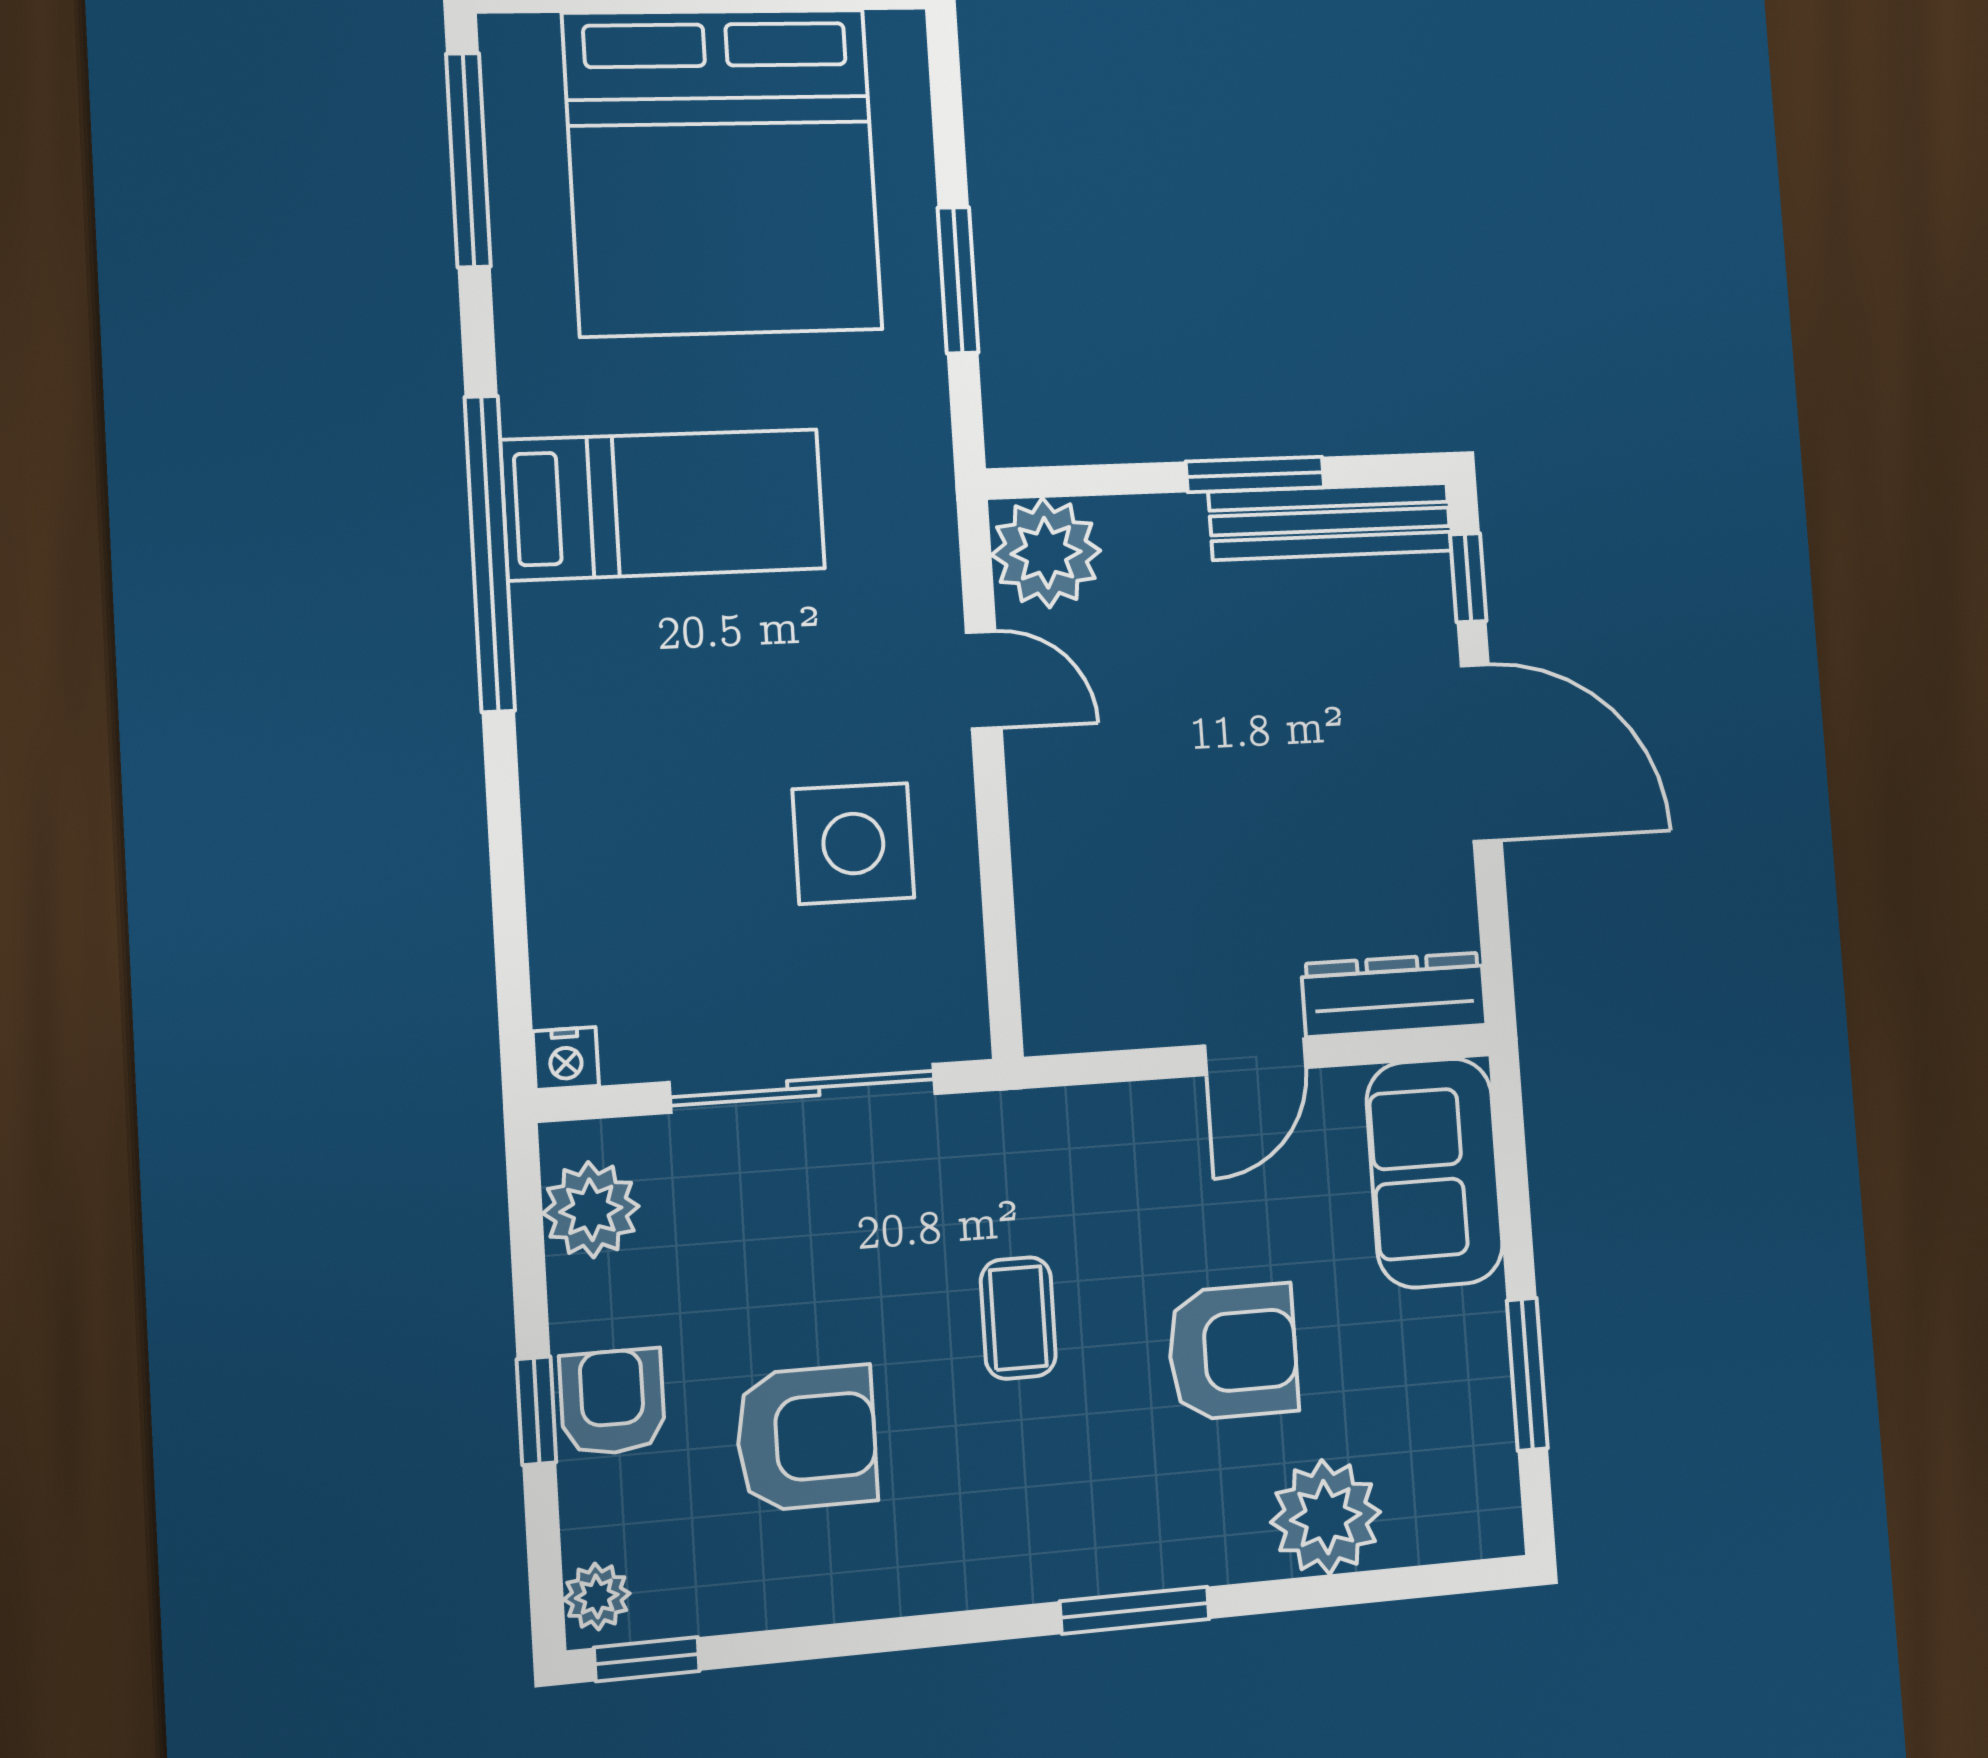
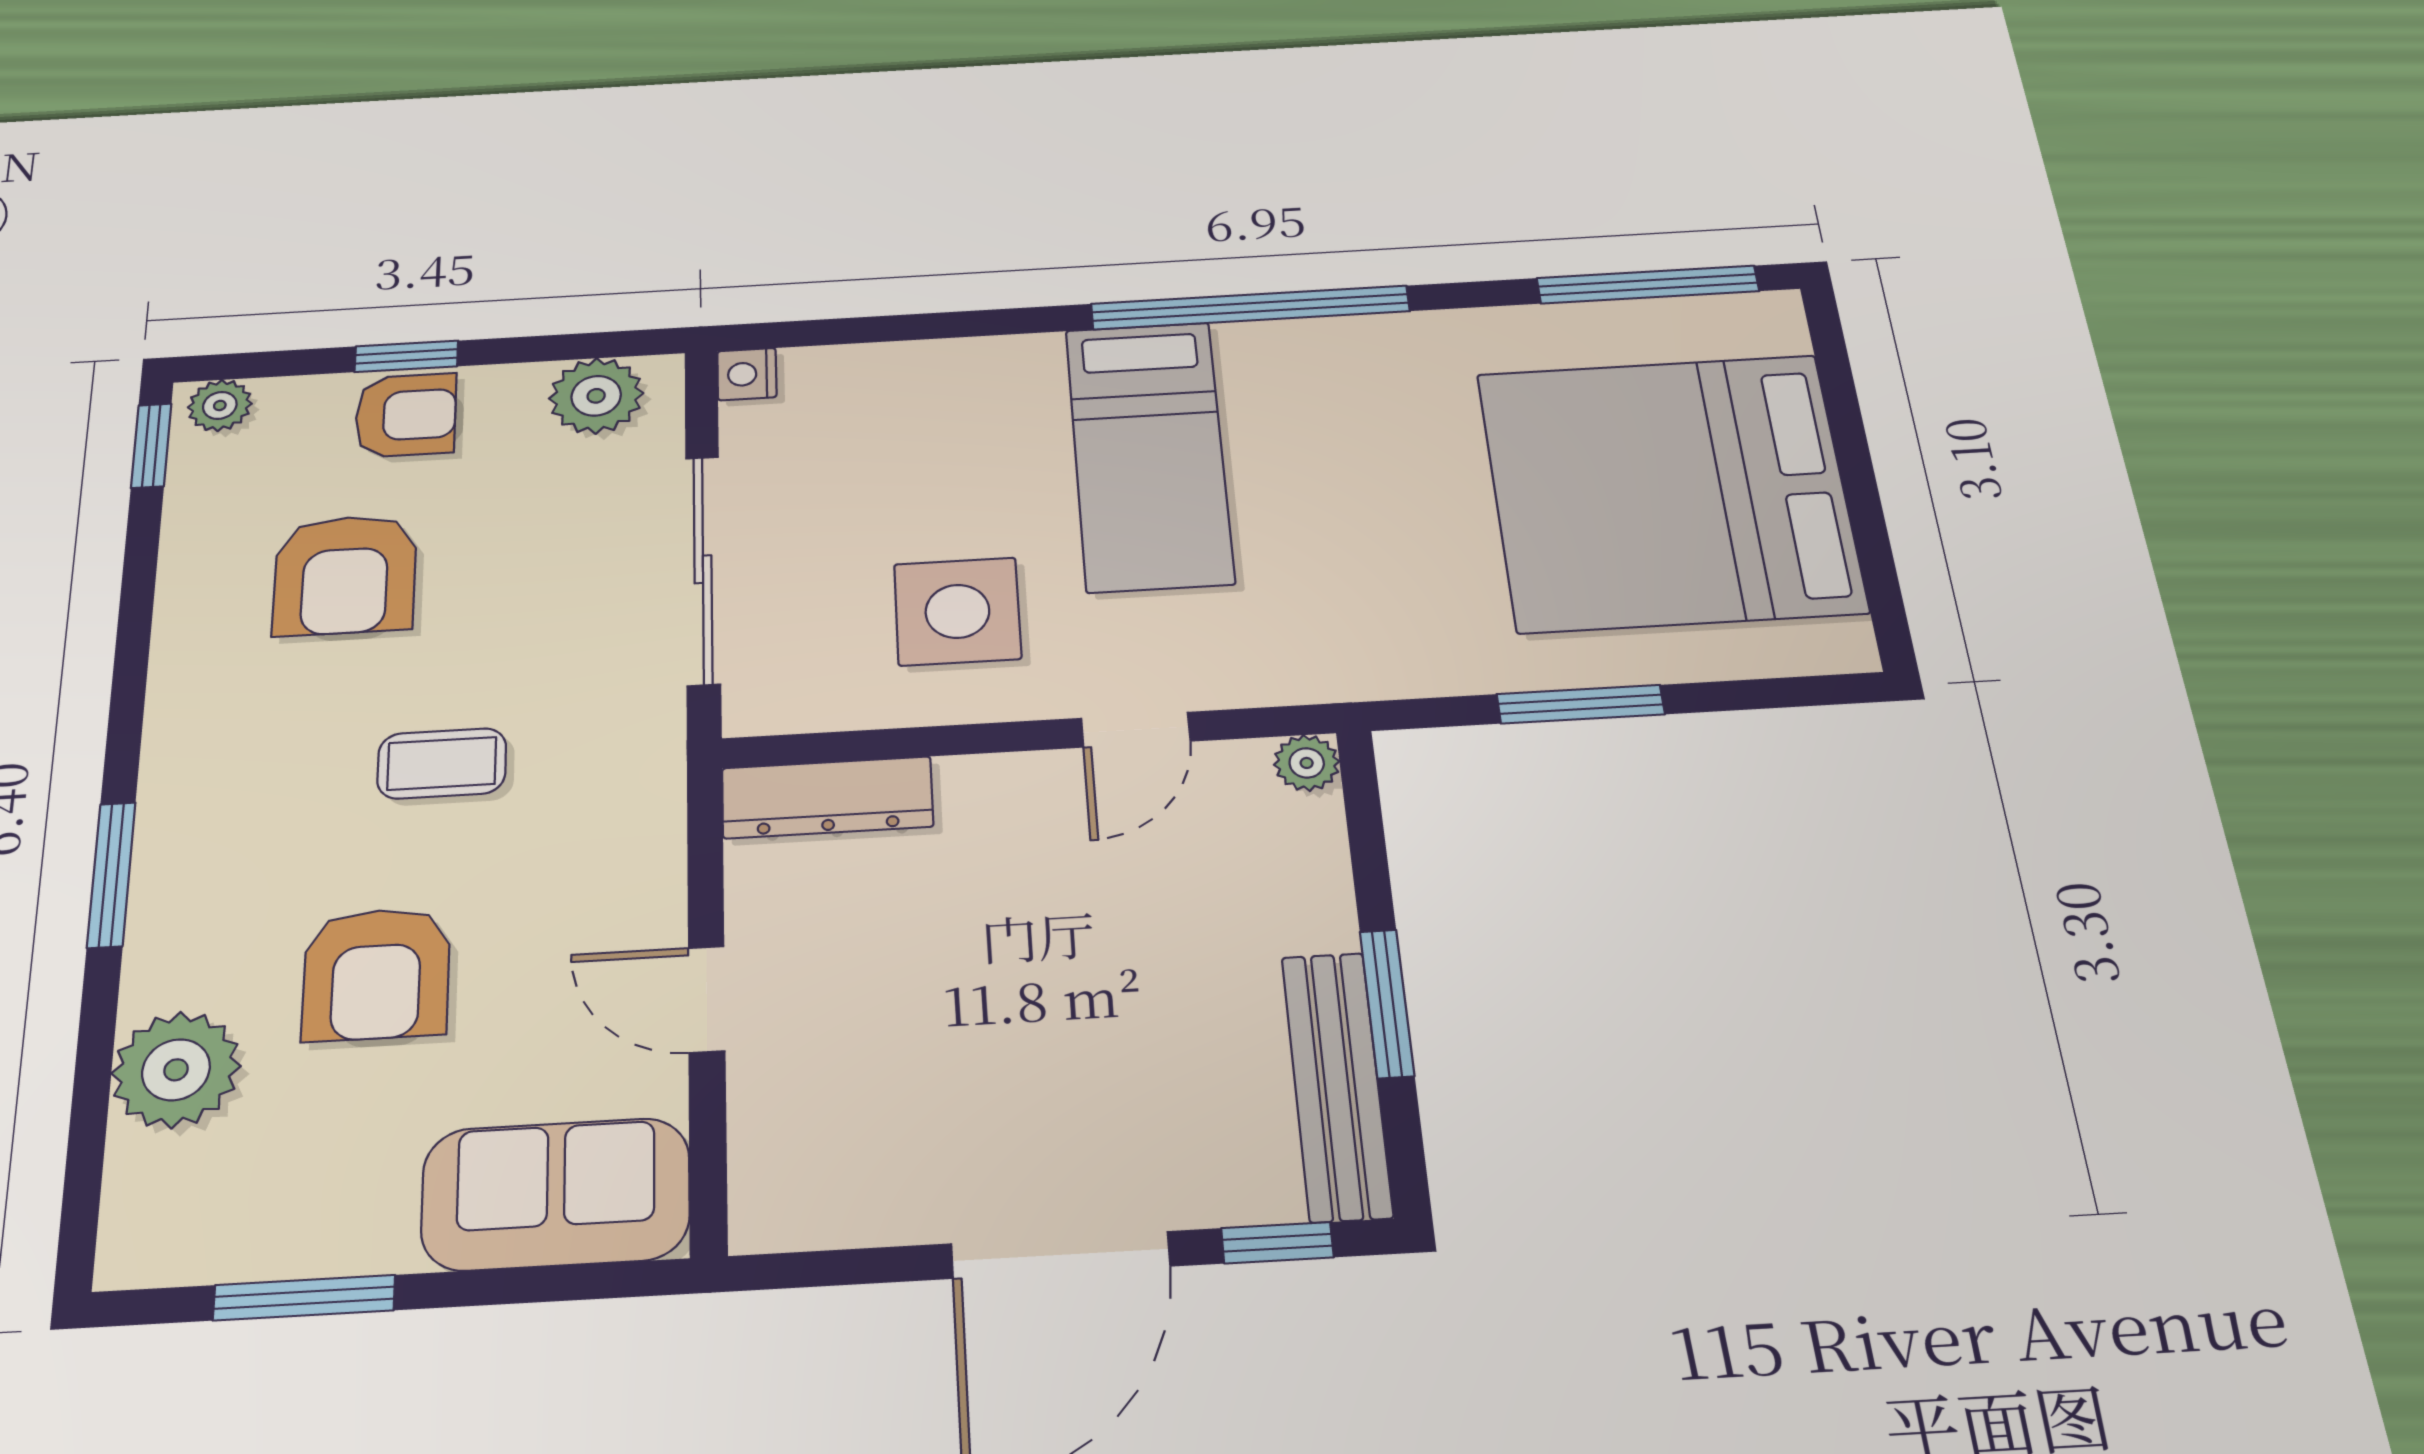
bed: (664, 504) -> (1149, 455), moved
plant: (1046, 553) -> (1307, 763), width x0.53, depth x0.53
dresser: (1394, 995) -> (827, 797), moved, turned 90

